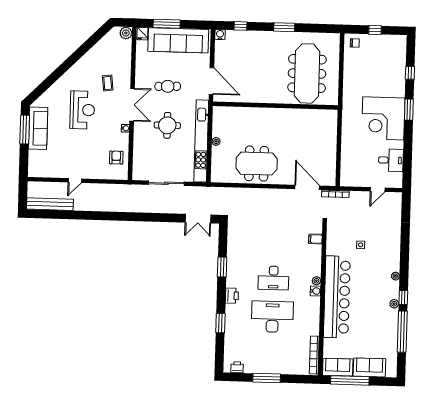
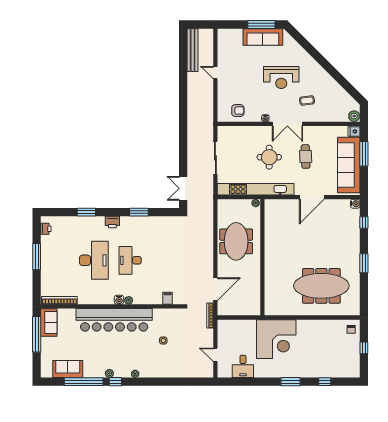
wall: (275, 106) -> (262, 257), moved
corner desk: (383, 118) -> (276, 339), moved, turned 180
sofa: (369, 367) -> (68, 369), moved, turned -90

